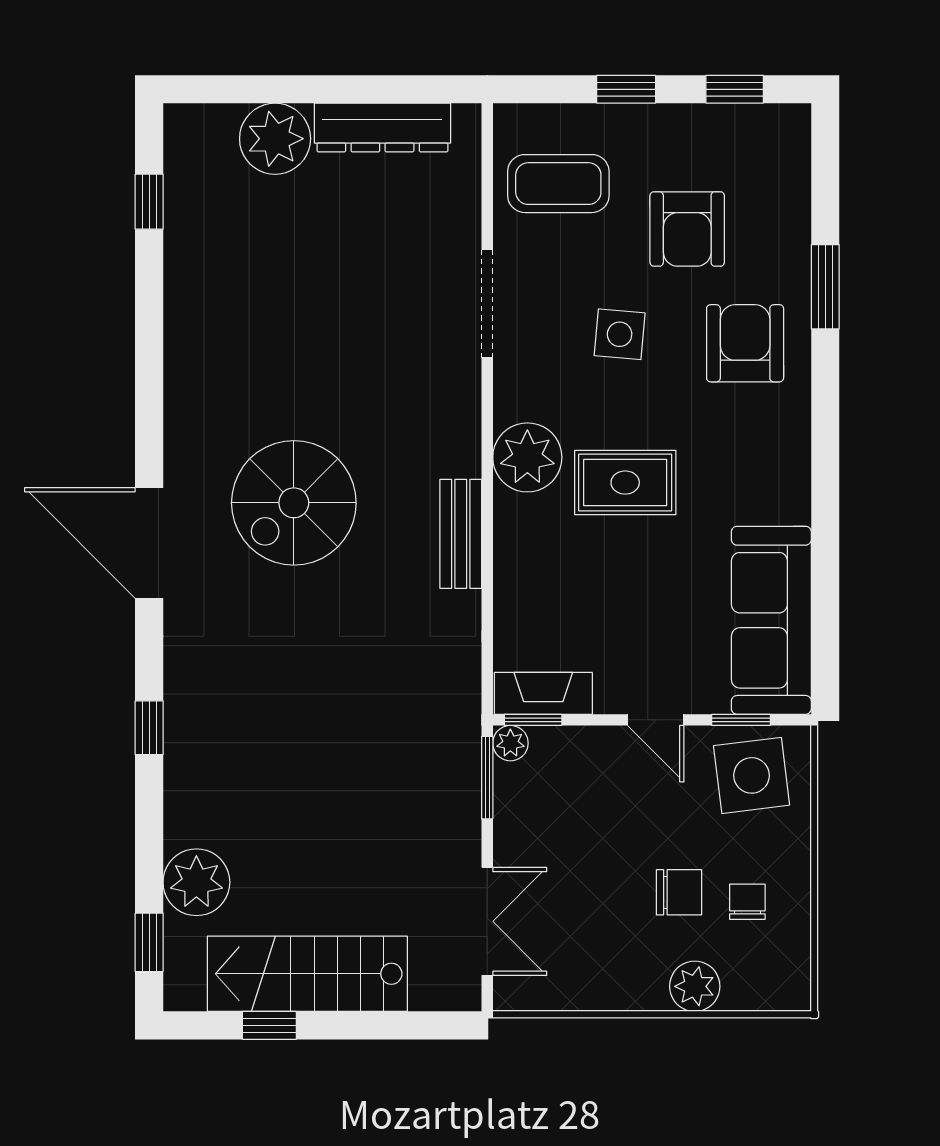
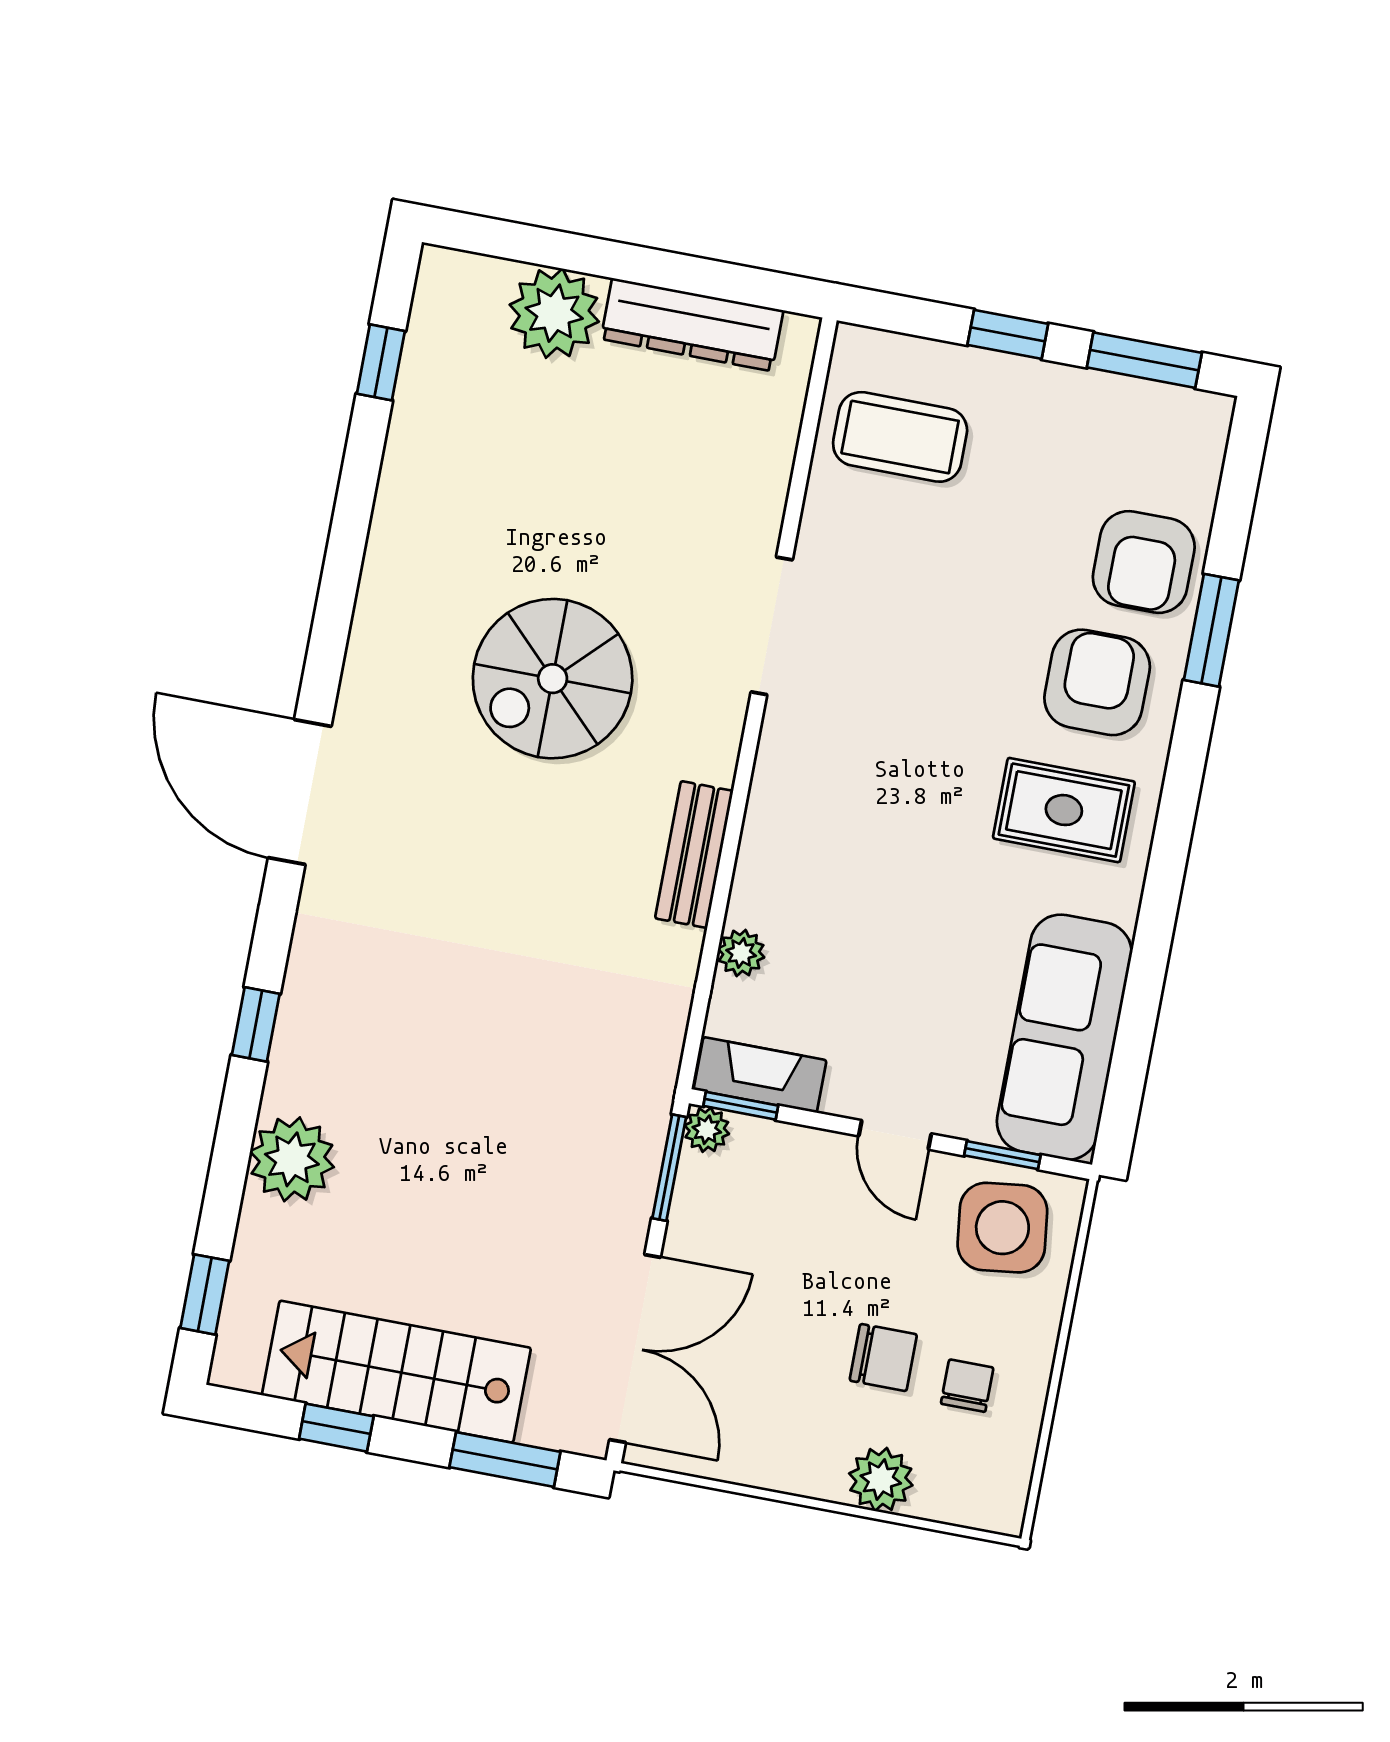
window: (735, 89) -> (1144, 360), width x1.50
armchair: (687, 229) -> (1144, 562), moved
doorway: (487, 304) -> (772, 626), moved
side table: (620, 334) -> (941, 641), removed
plant: (527, 457) -> (741, 953), moved, width x0.53, depth x0.53
rug: (625, 483) -> (1064, 810), moved
spiral stairs: (294, 503) -> (553, 679), moved
plant: (196, 882) -> (292, 1159), moved
double door: (487, 921) -> (635, 1348), width x1.37
window: (403, 1025) -> (505, 1459), added

